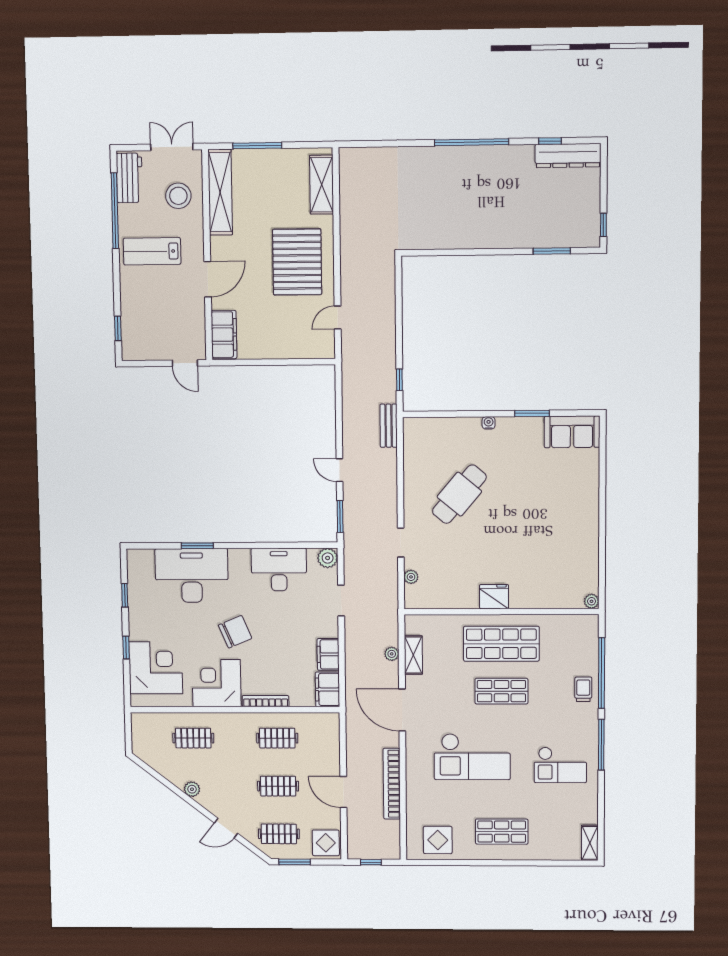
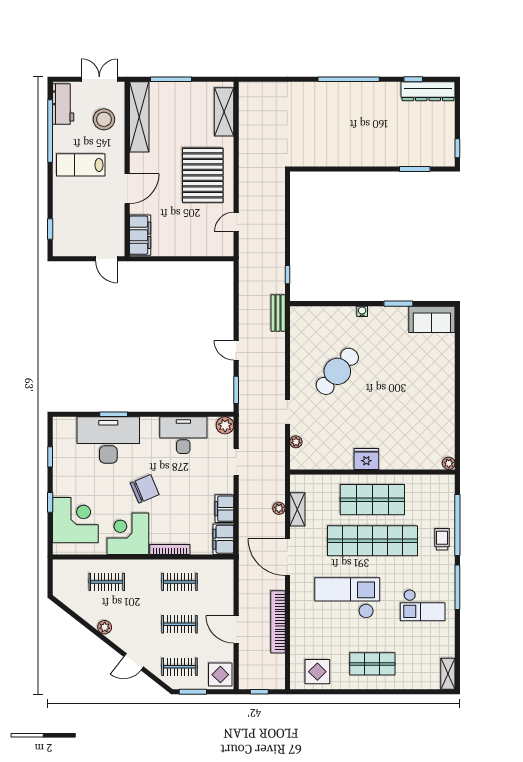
shop shelf: (501, 691) -> (372, 541), width x2.00, depth x1.36
checkout: (472, 757) -> (347, 598), turned 180

